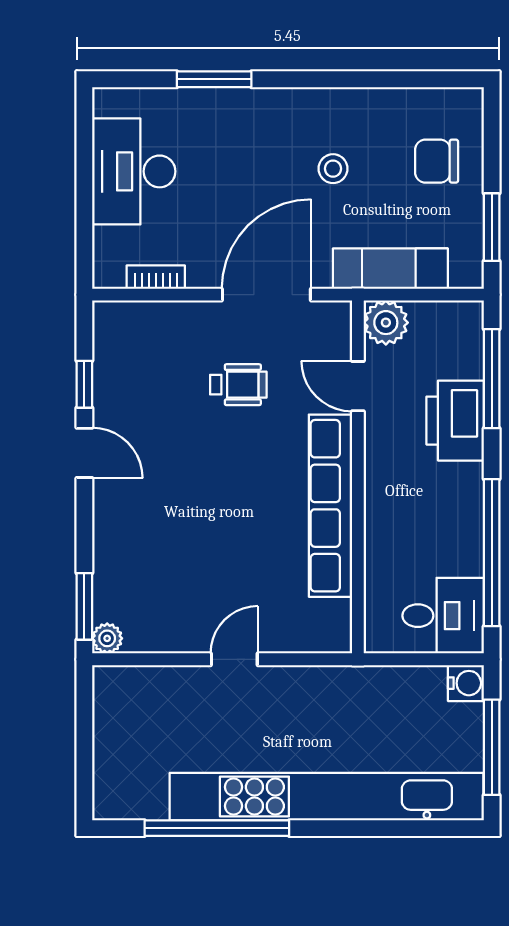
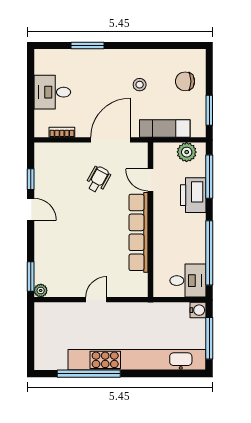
desk: (134, 171) -> (52, 92), width x0.73
plant: (386, 323) -> (187, 152), moved
wheelchair: (238, 385) -> (98, 179), turned -61

